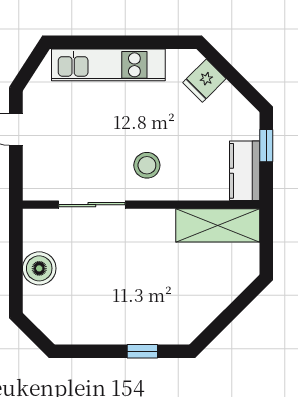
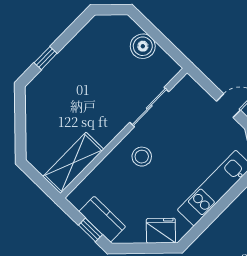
fridge: (204, 81) -> (161, 231), width x1.38
kitchen counter: (245, 171) -> (102, 219), moved

